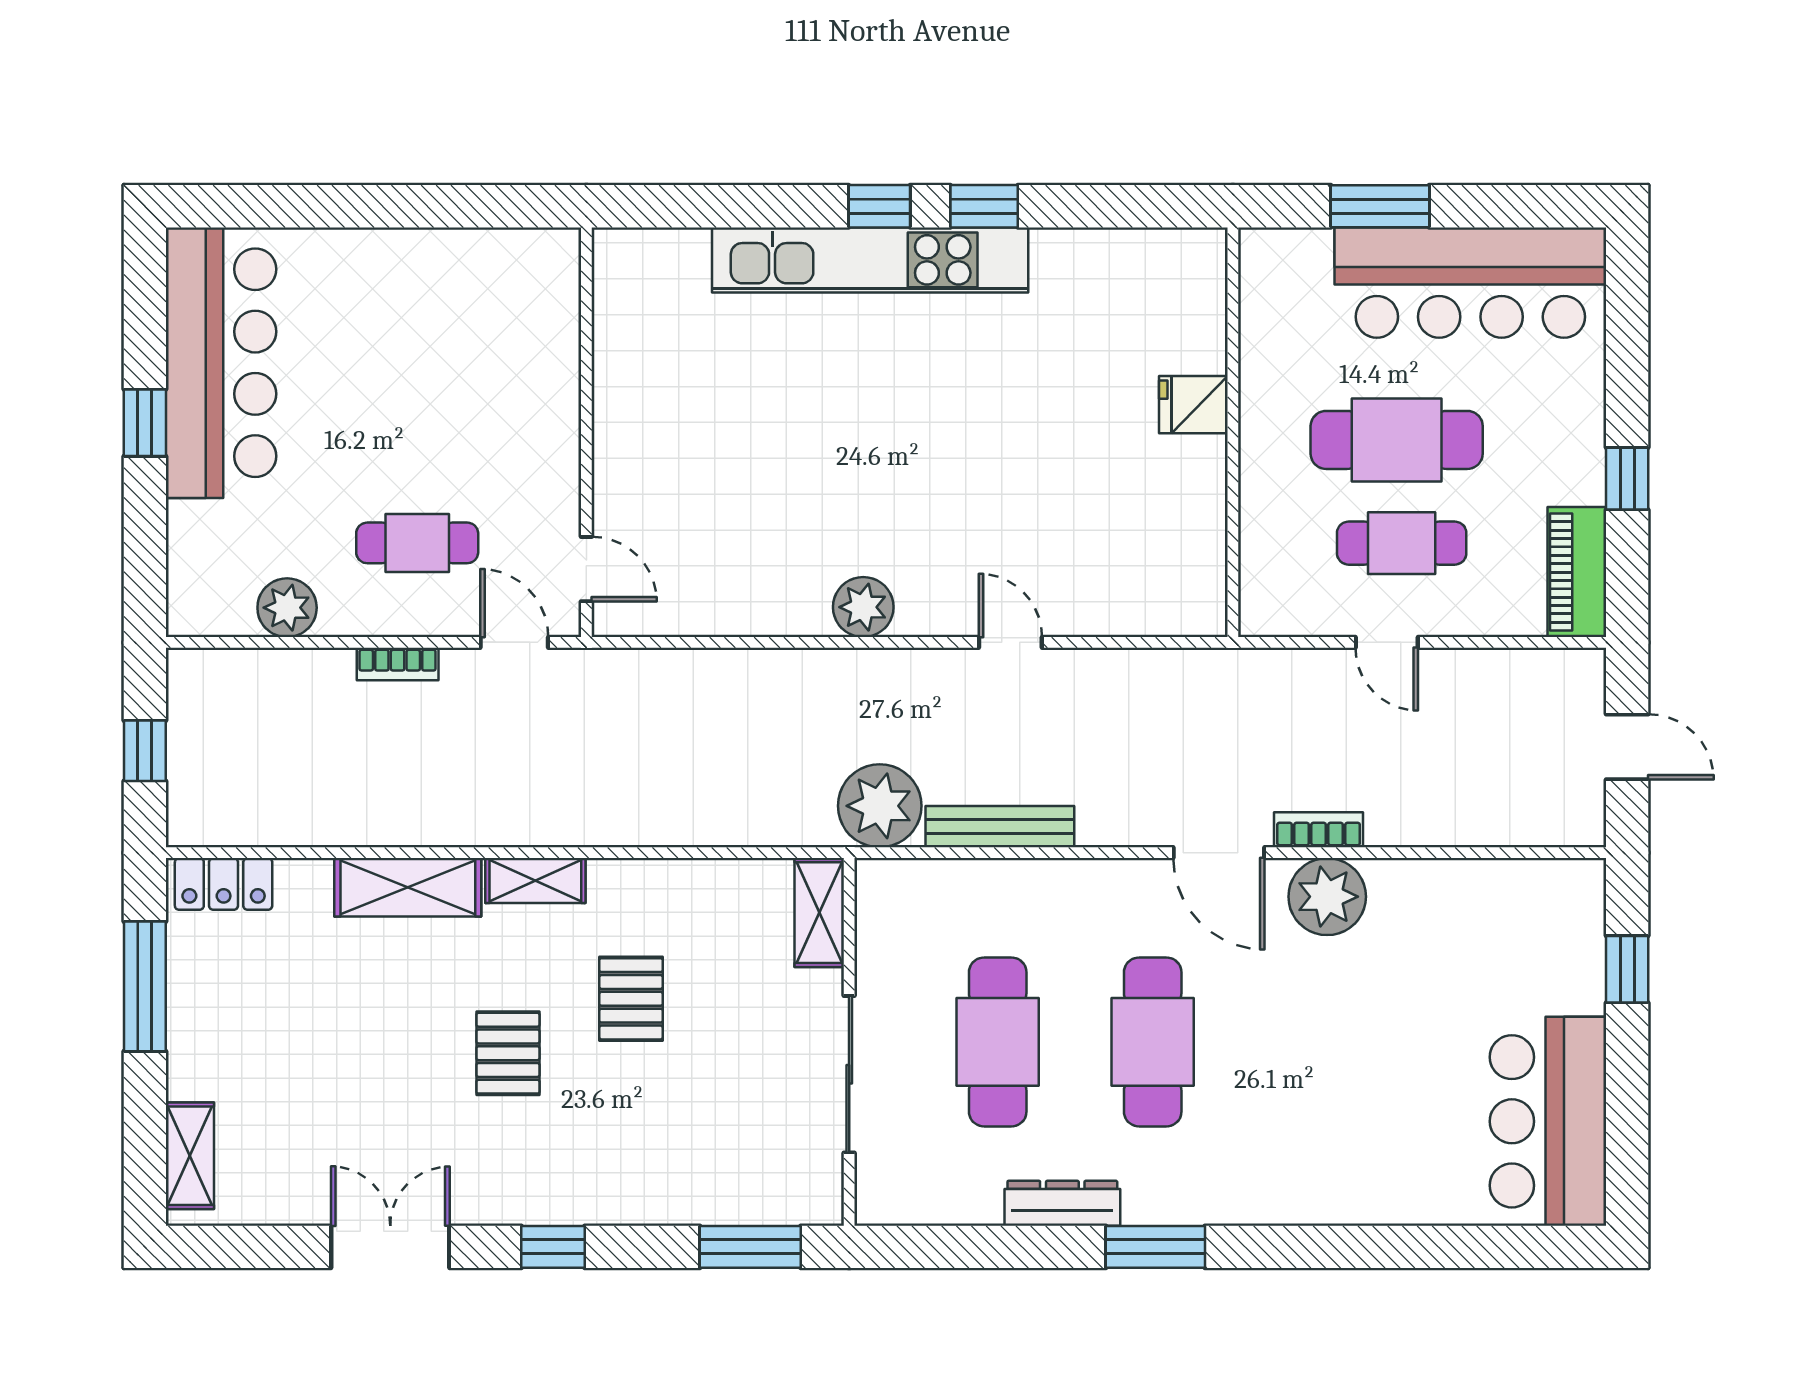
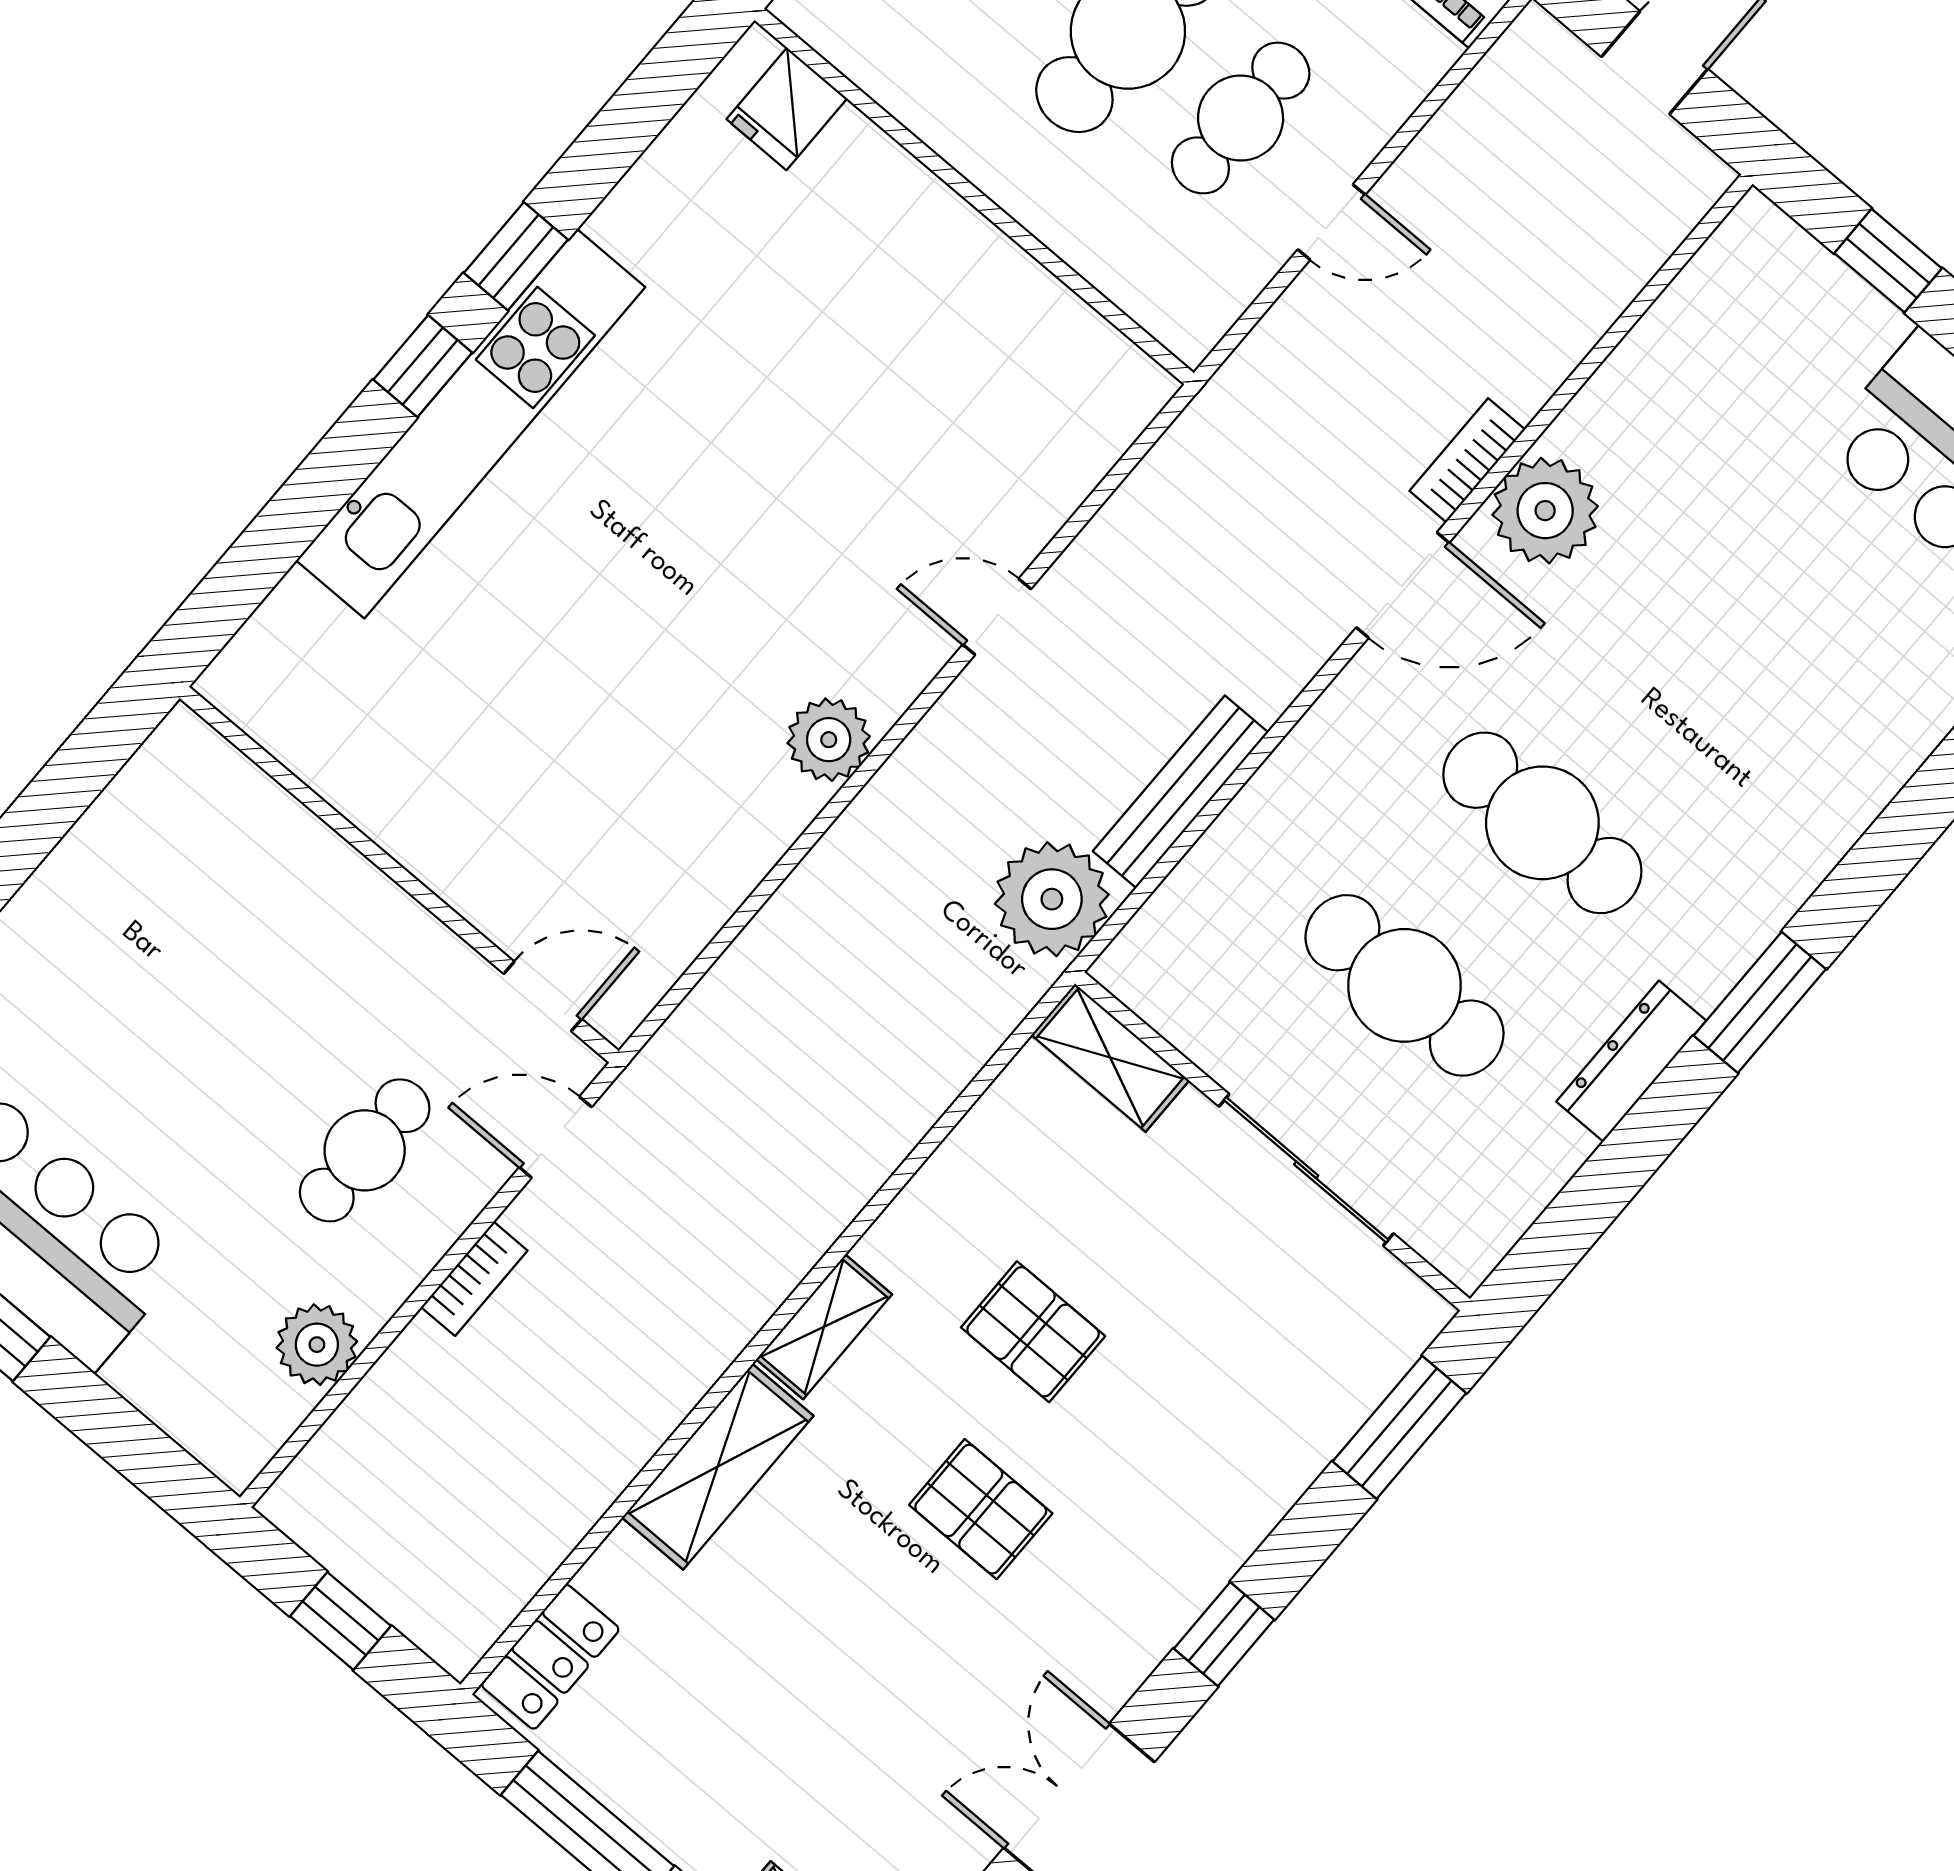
fridge: (1193, 405) -> (787, 109), moved

